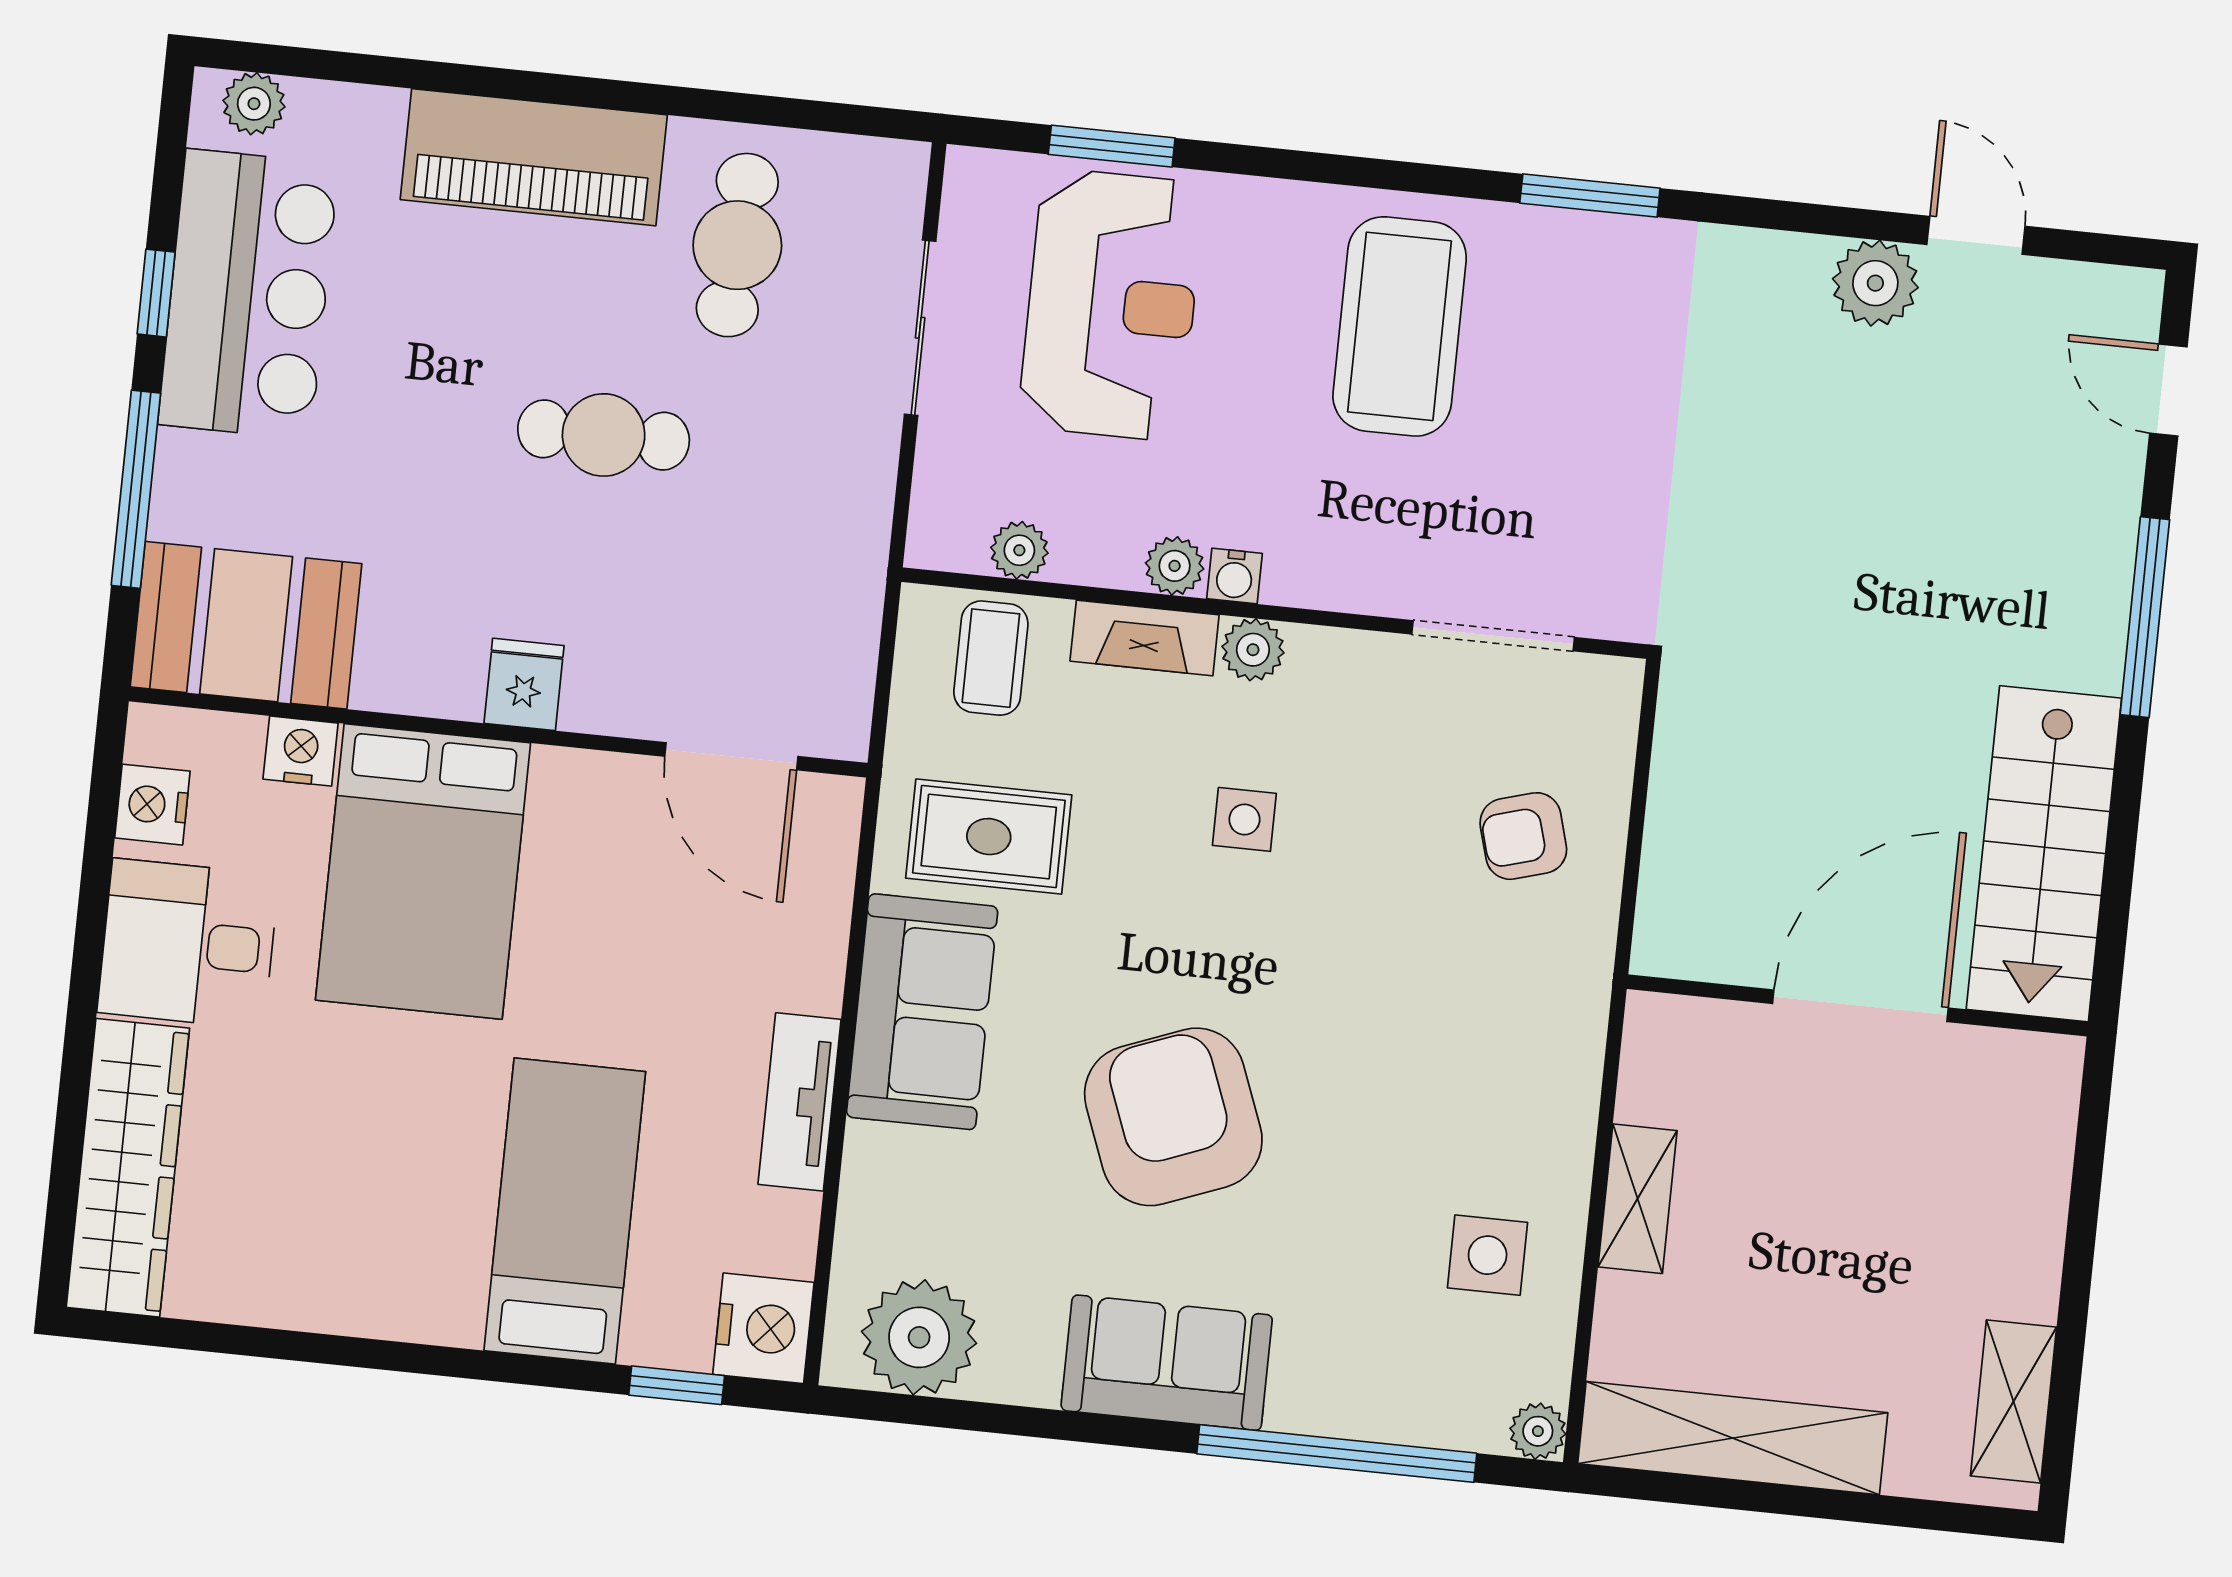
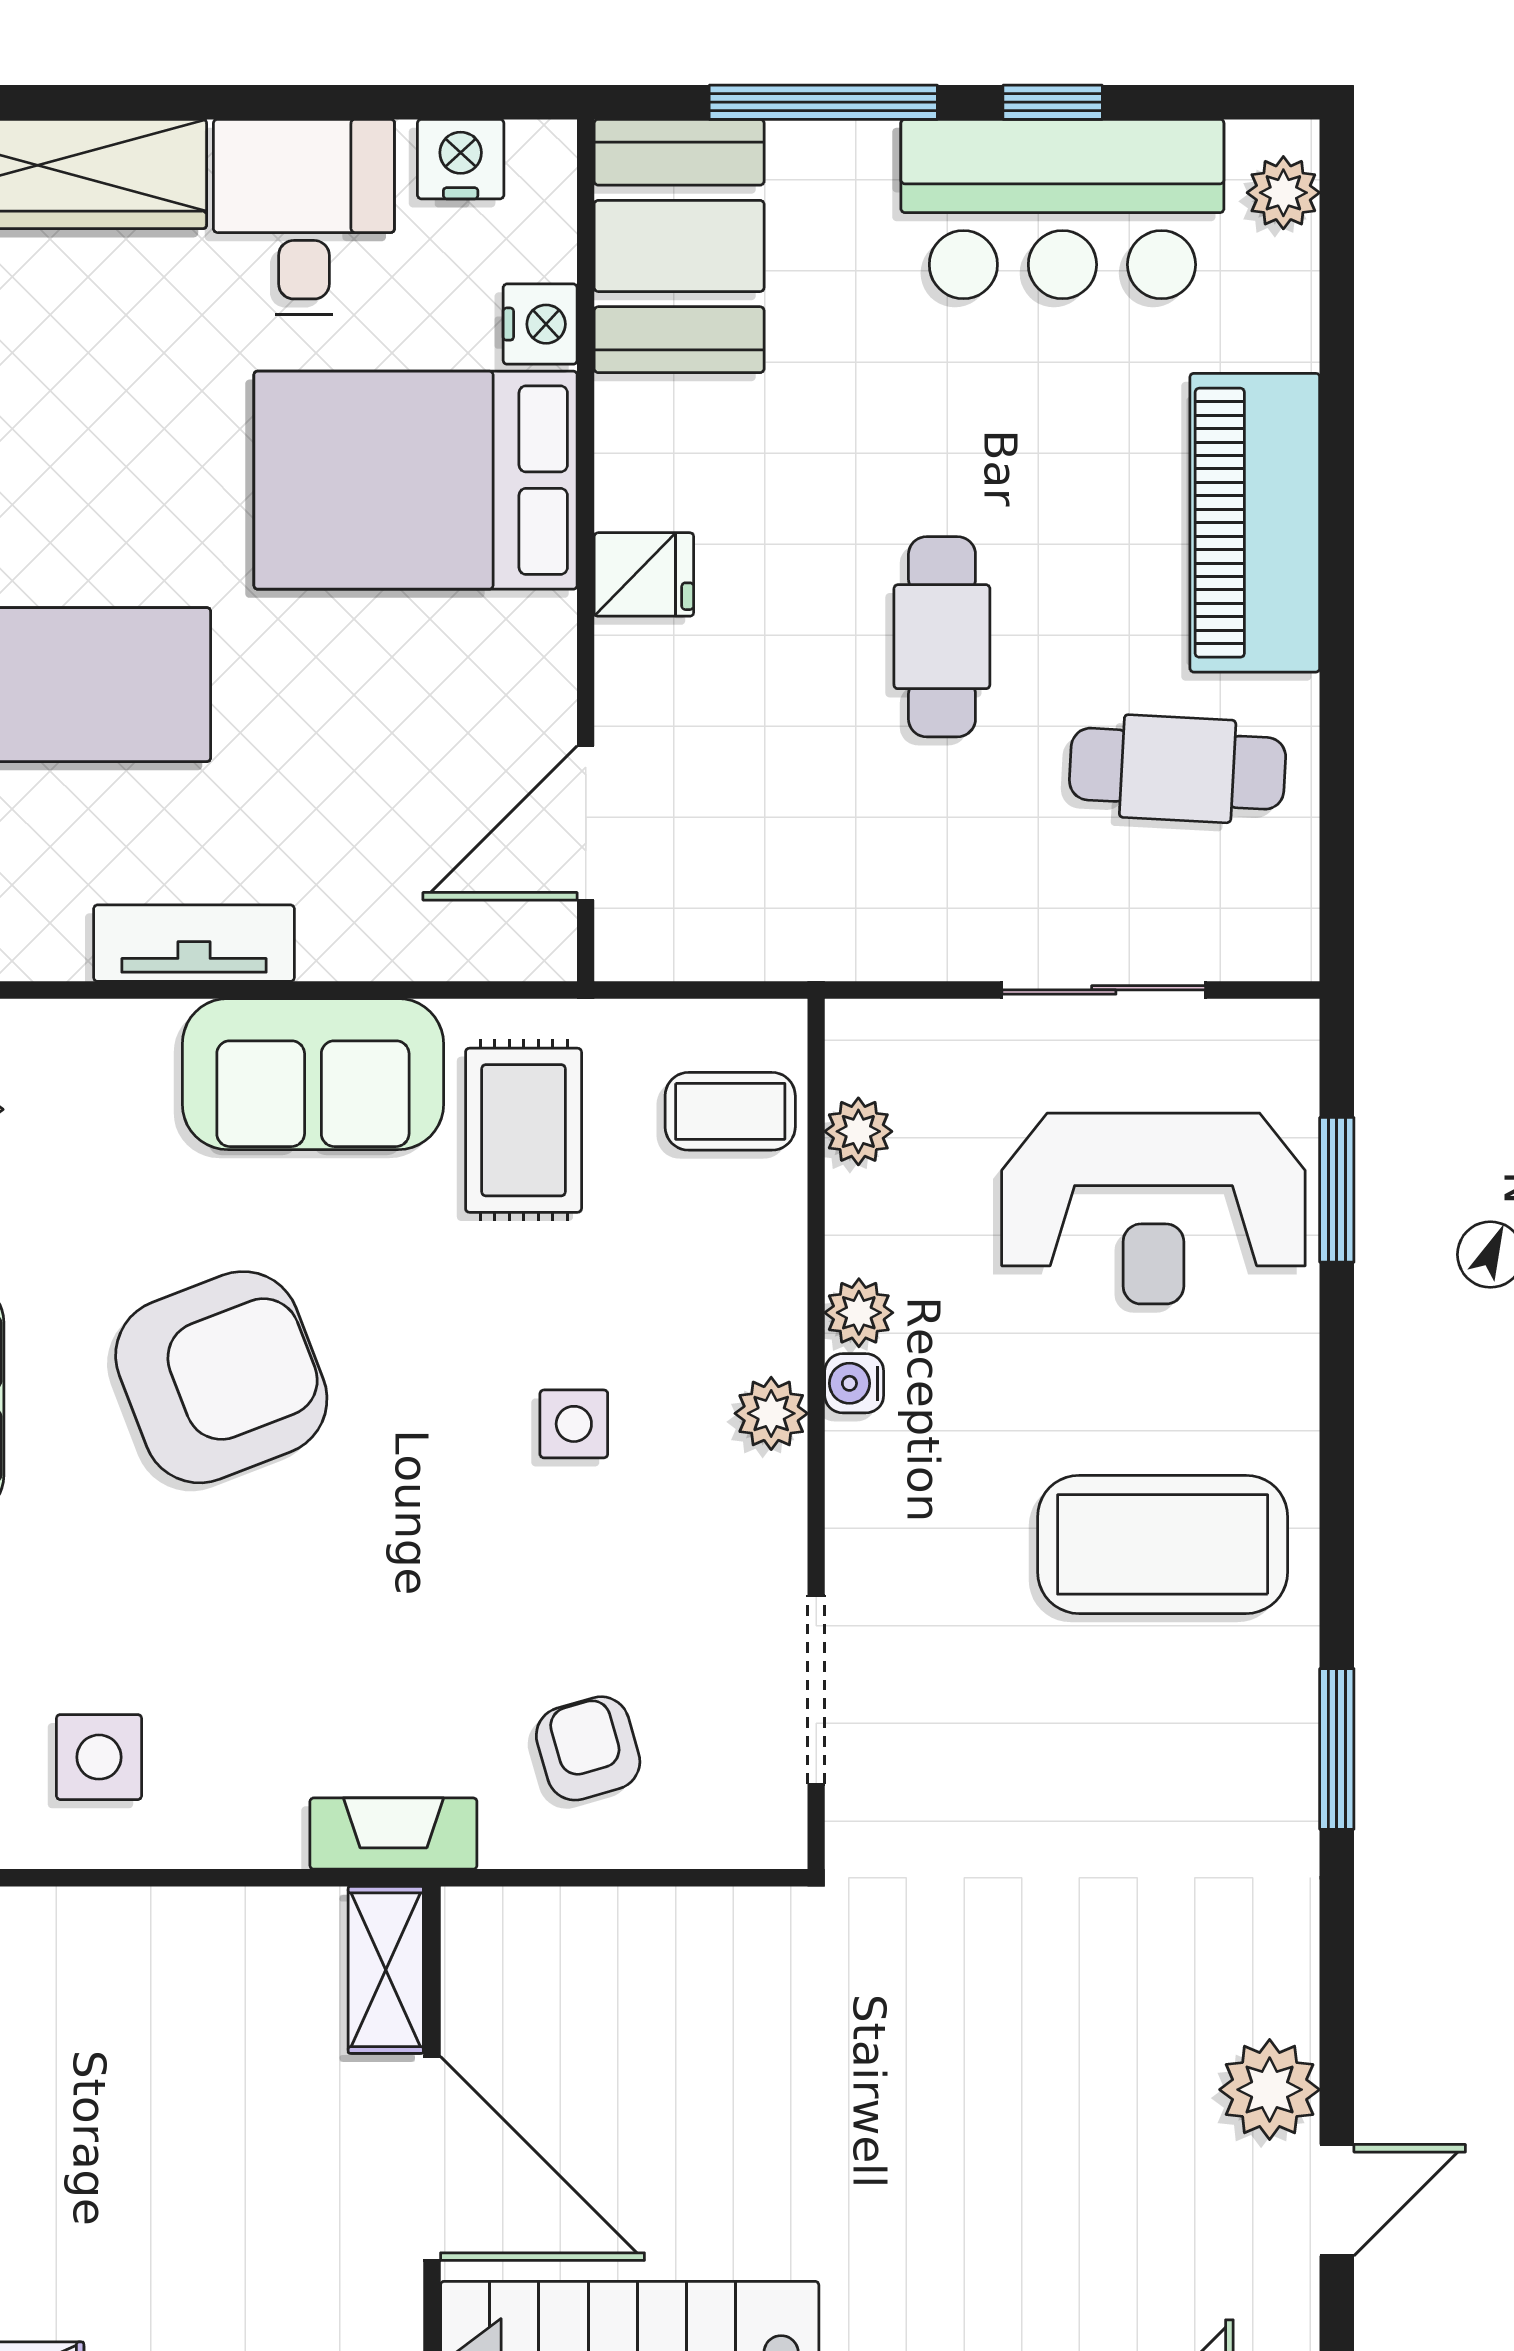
fireplace: (1145, 638) -> (393, 1834), moved, turned 90
shelving: (1638, 1199) -> (386, 1970), moved, turned 90

